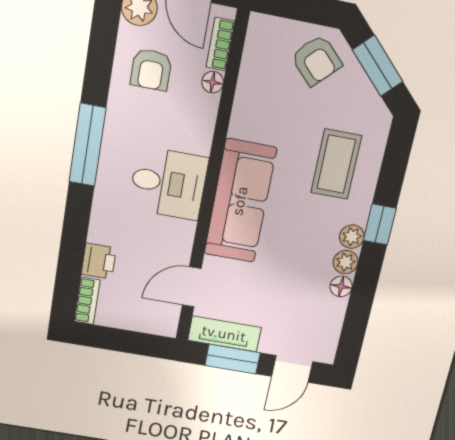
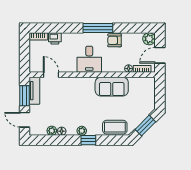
armchair: (317, 60) -> (143, 104), removed
armchair: (151, 70) -> (115, 40), moved
coffee table: (336, 164) -> (115, 127), moved
sofa: (240, 201) -> (112, 87), moved, width x0.73
plant: (346, 262) -> (52, 131), moved

